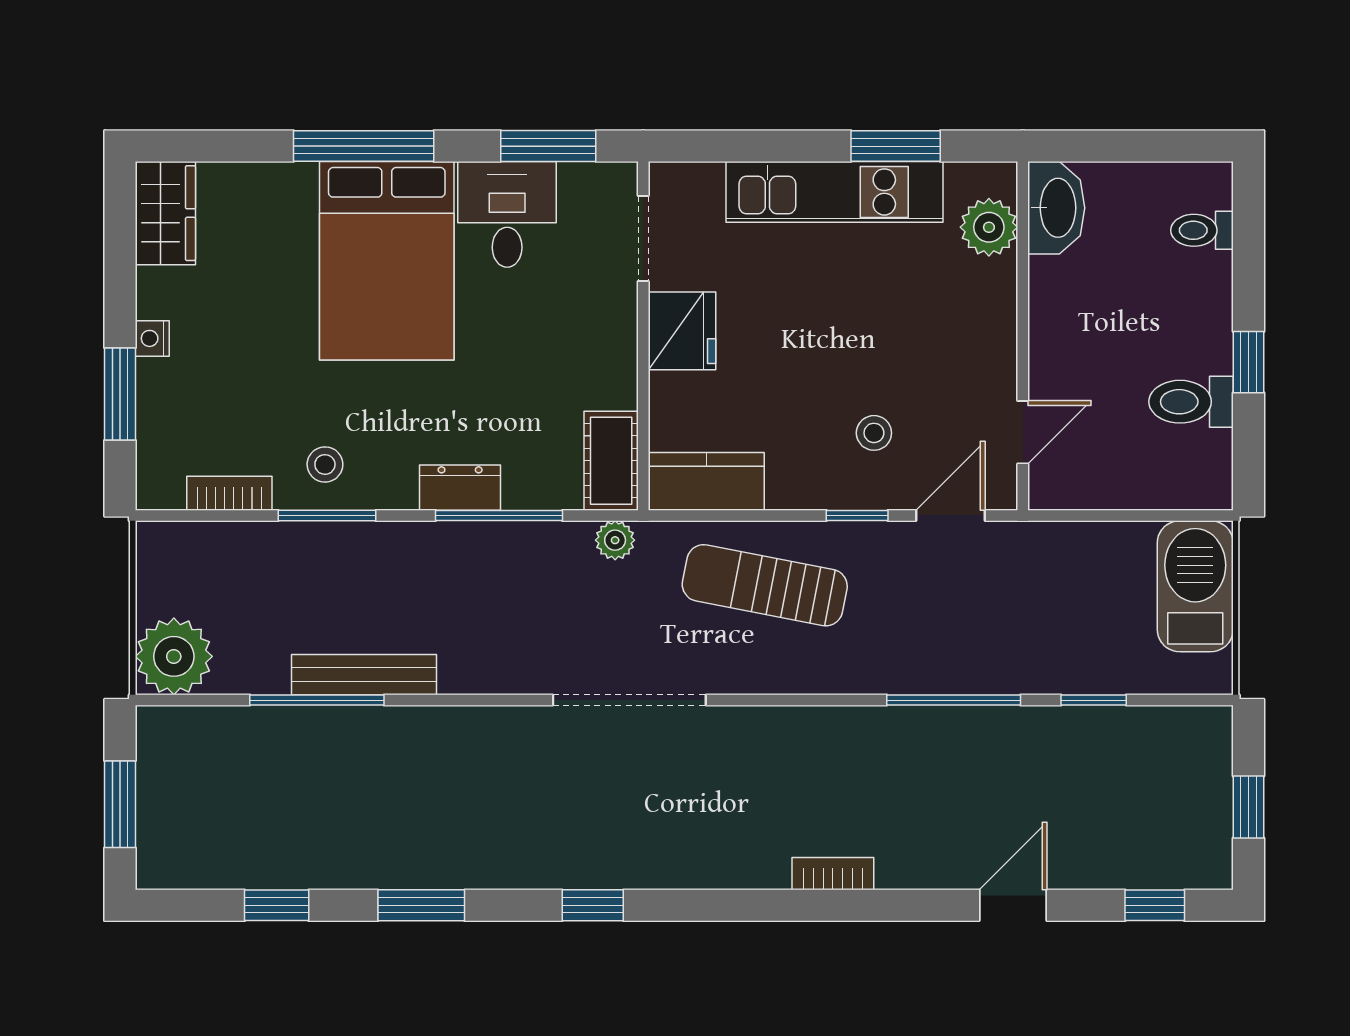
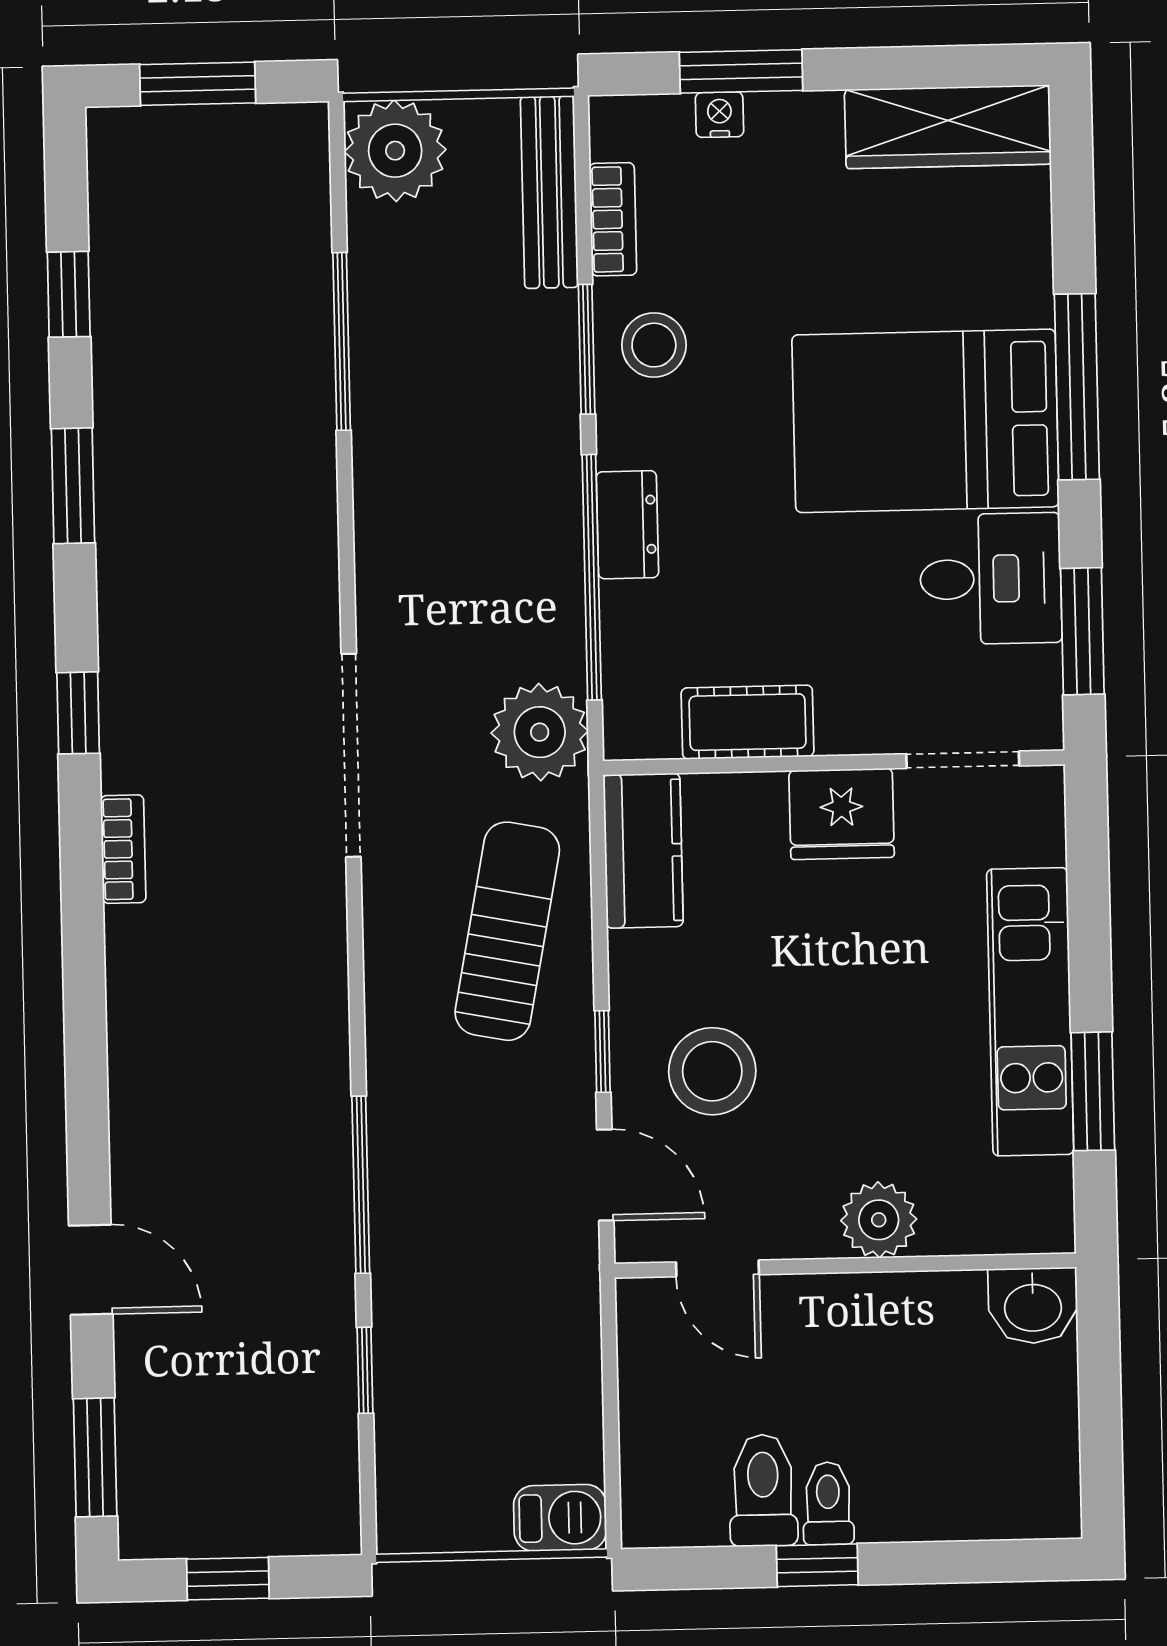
washbasin: (1056, 208) -> (1033, 1306), width x0.72
wardrobe: (165, 213) -> (948, 127), width x1.50
plant: (989, 227) -> (879, 1220), moved
toilet: (1202, 230) -> (828, 1503), moved
nightstand: (152, 338) -> (719, 115), moved
stool: (874, 433) -> (712, 1071), width x1.89, depth x1.89
cot: (611, 461) -> (747, 722), moved
stool: (325, 464) -> (654, 345), width x1.37, depth x1.37
window: (499, 515) -> (592, 577), width x1.46
plant: (615, 540) -> (540, 732), width x1.87, depth x1.87
barbecue: (1195, 586) -> (560, 1518), width x0.53, depth x0.65
bench: (364, 675) -> (549, 192), moved
bookcase: (833, 874) -> (123, 849), moved
window: (1155, 905) -> (95, 1457), width x1.50

